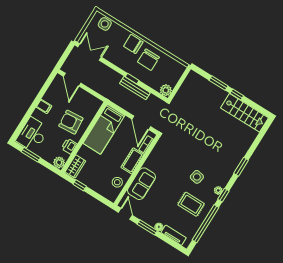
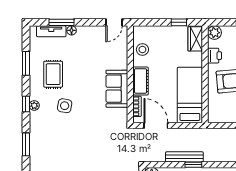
sofa: (141, 184) -> (117, 89), moved
rug: (191, 204) -> (53, 74), turned 90
door: (125, 214) -> (114, 22), hinge flipped
window: (206, 224) -> (26, 63), width x0.47
window: (147, 227) -> (61, 22), moved

